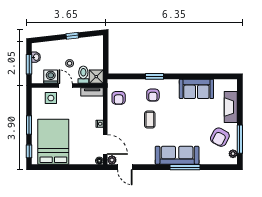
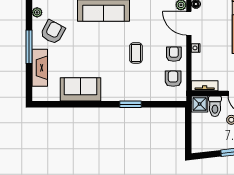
armchair: (153, 95) -> (174, 54), moved
window: (240, 139) -> (29, 47), moved

